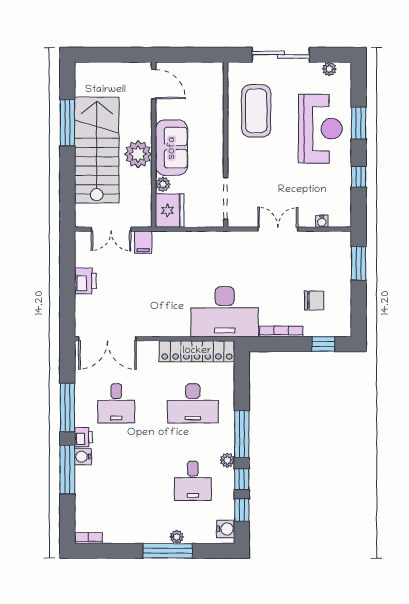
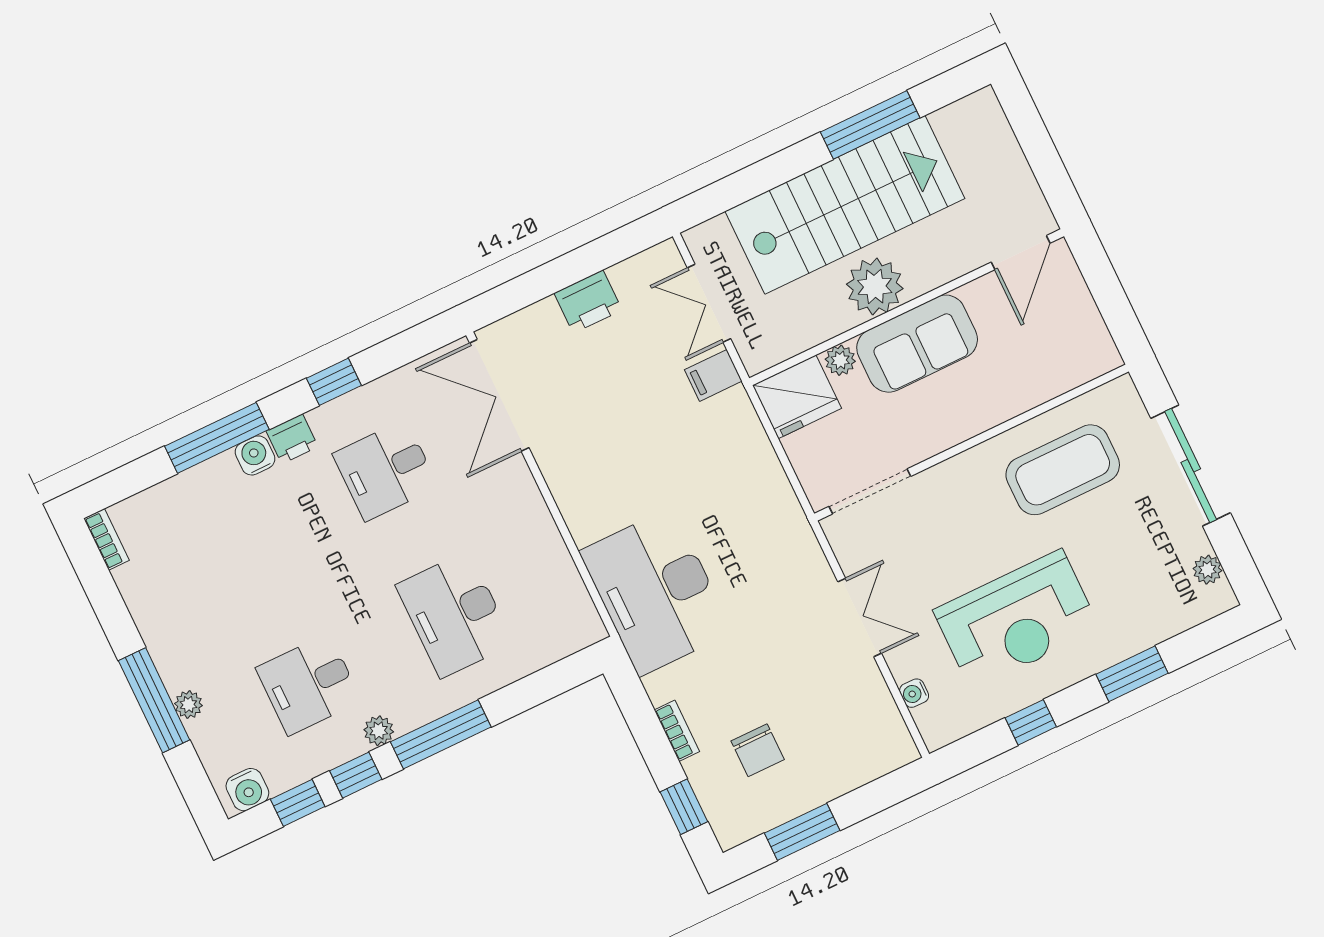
reception desk: (320, 129) -> (1017, 620), moved
window: (359, 263) -> (802, 832), moved
bookcase: (281, 331) -> (677, 731), width x0.64
locker: (197, 351) -> (557, 575), removed
window: (67, 407) -> (334, 382), width x0.46

